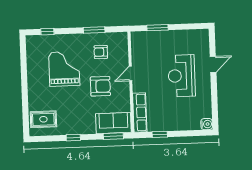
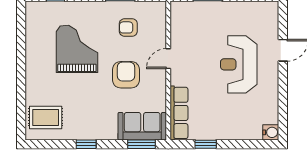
armchair: (100, 86) -> (126, 75), turned -90

